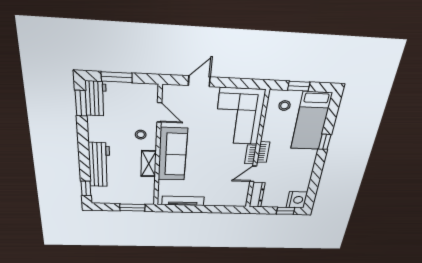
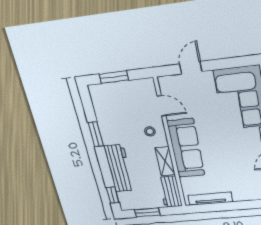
workbench: (96, 99) -> (170, 192), moved, turned 180
window: (81, 103) -> (96, 134), moved
window: (132, 208) -> (147, 212), moved

